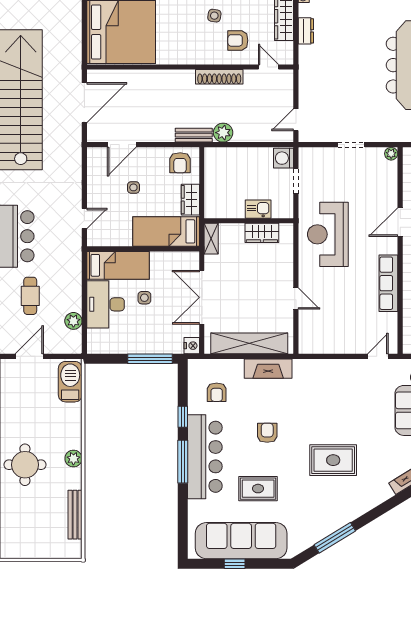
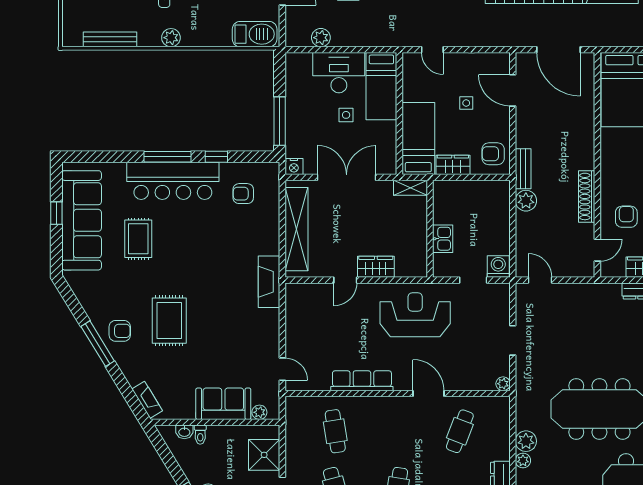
wardrobe: (262, 233) -> (376, 267), moved, turned 90
fireplace: (268, 369) -> (269, 282), moved
armchair: (267, 433) -> (120, 331), moved
window: (335, 538) -> (98, 344), moved

